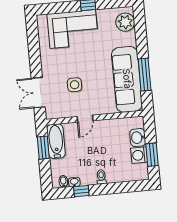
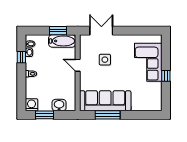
plant: (125, 22) -> (150, 104), removed
washing machine: (139, 155) -> (31, 105), moved

